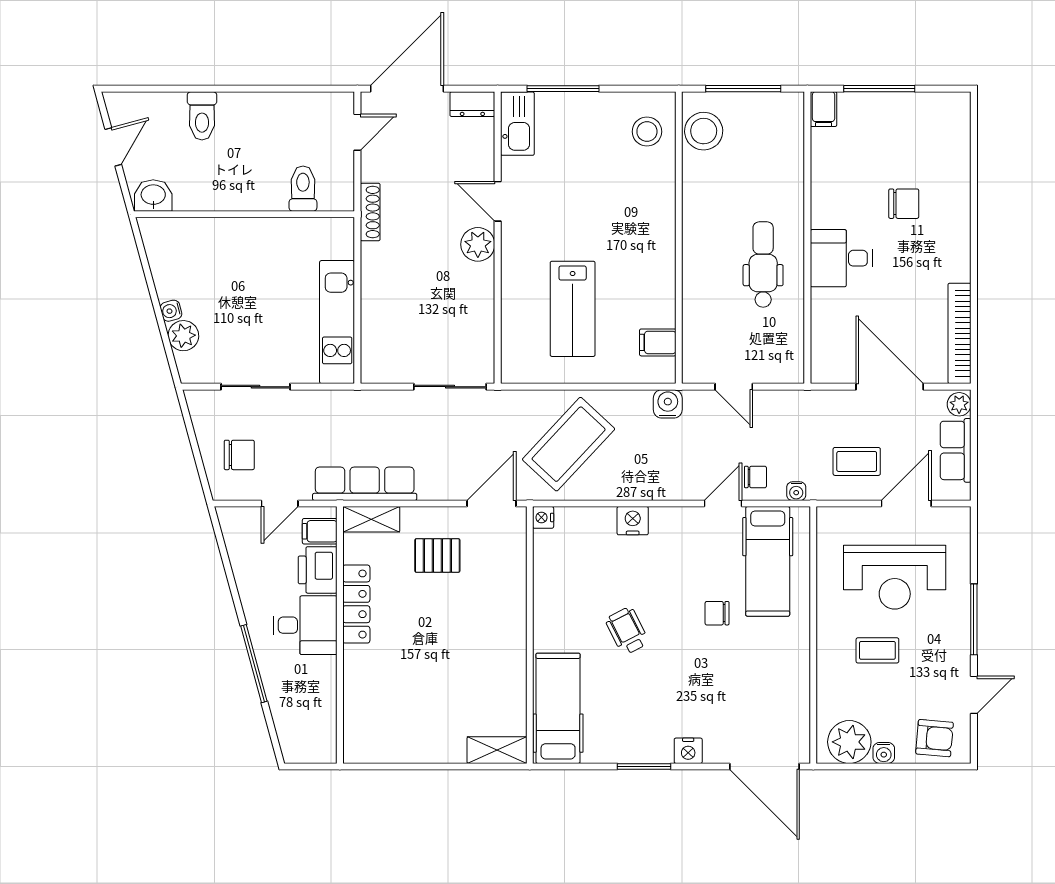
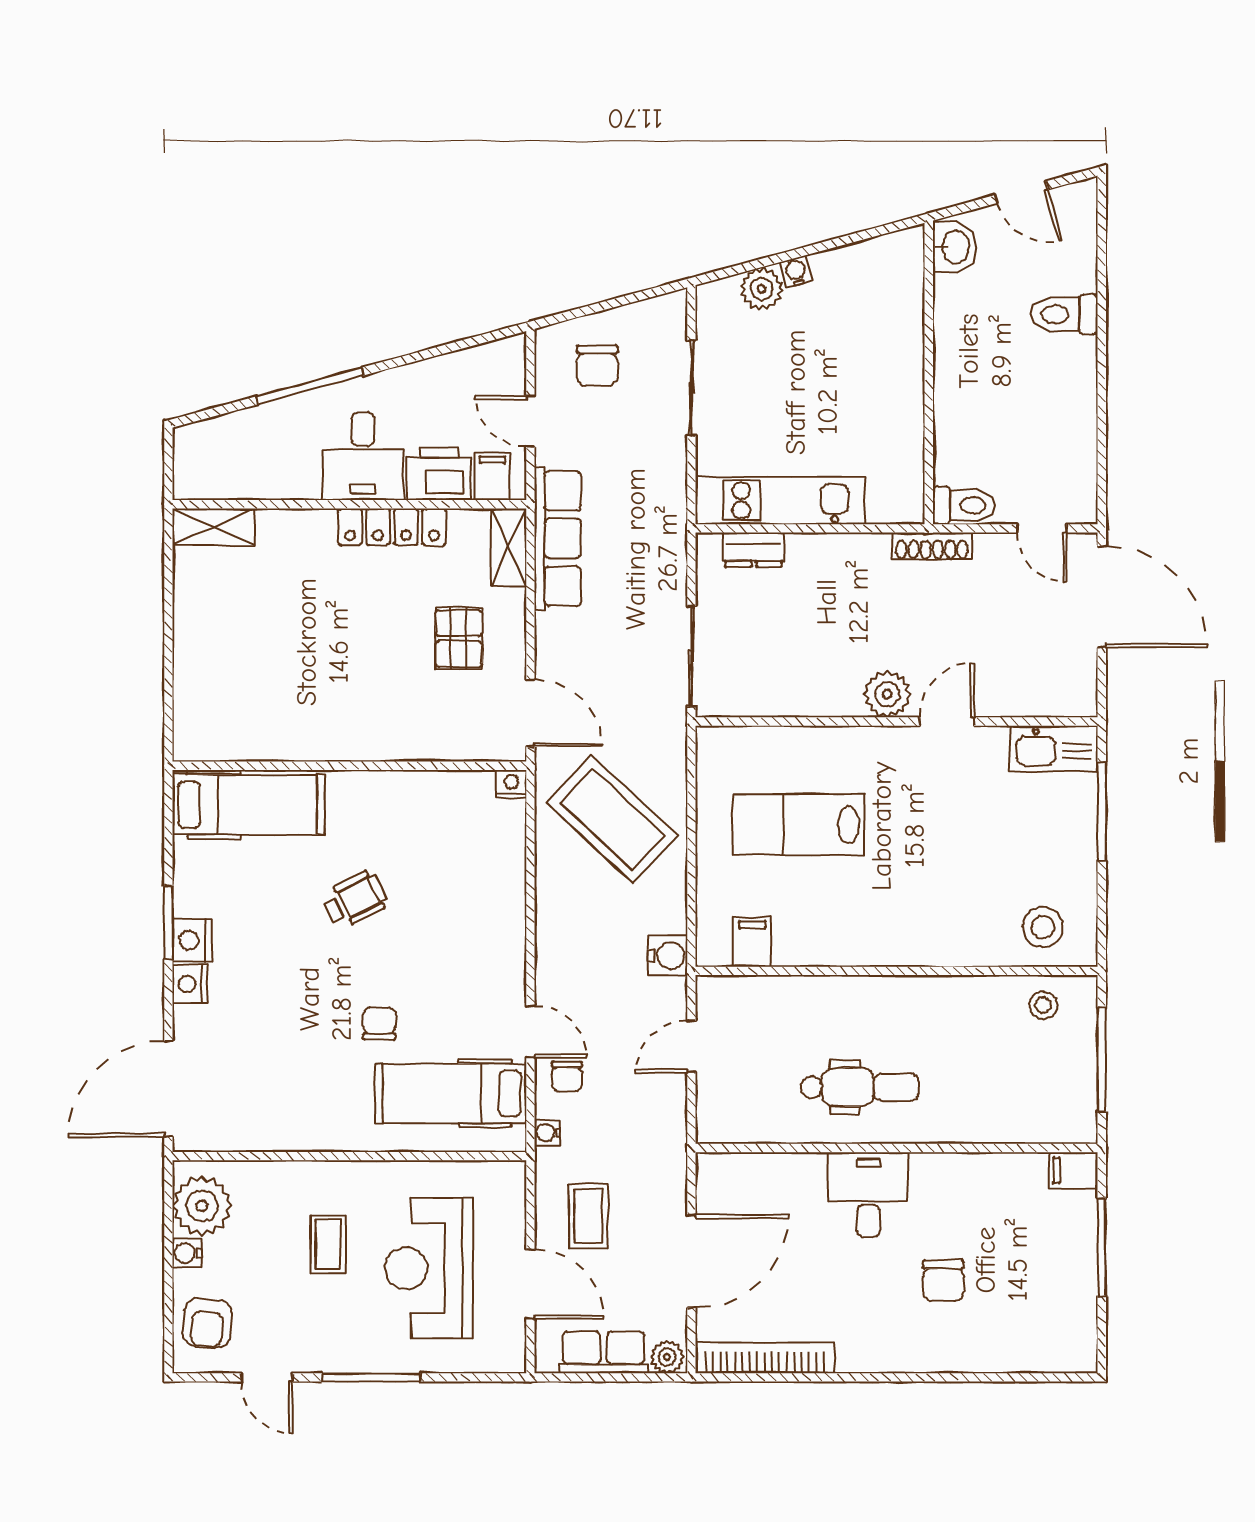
dresser: (472, 104) -> (754, 550), moved, turned -90
stool: (704, 131) -> (1043, 1005), width x0.53, depth x0.53
toilet: (303, 189) -> (964, 505), moved
nightstand: (633, 521) -> (192, 940), moved, turned 180
shelving: (497, 750) -> (213, 527), moved, turned 90

